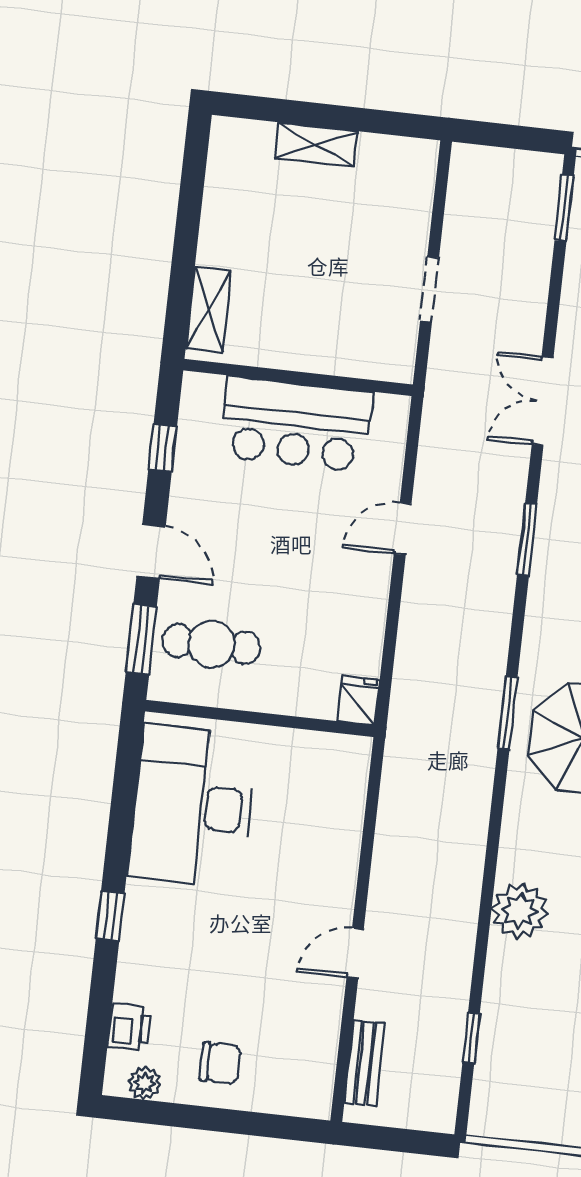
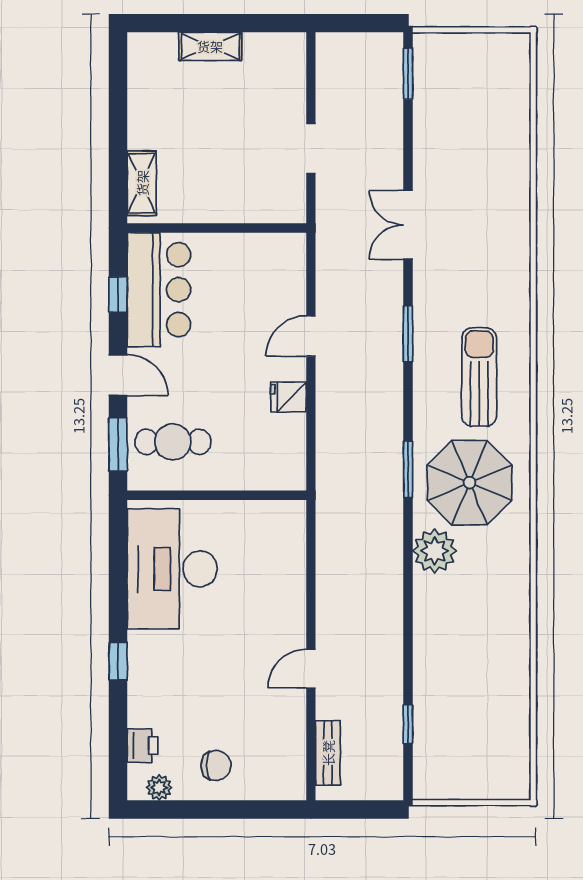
bar counter: (296, 424) -> (159, 290), moved, turned -90
fridge: (358, 701) -> (289, 397), moved, turned -90
plant: (520, 911) -> (435, 551), moved

